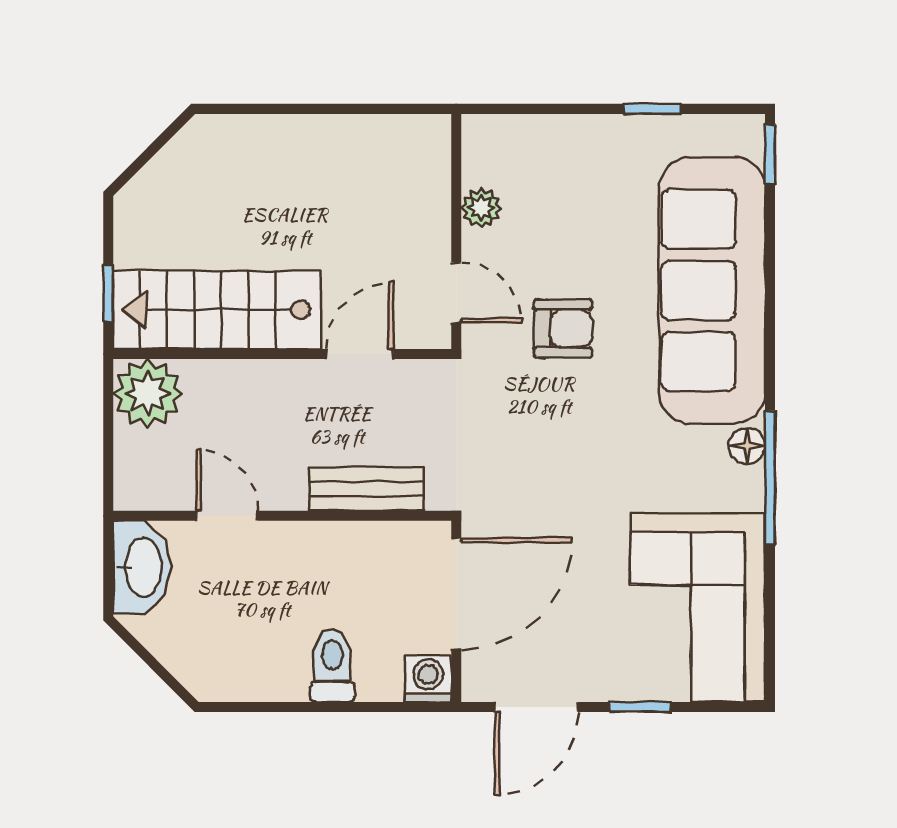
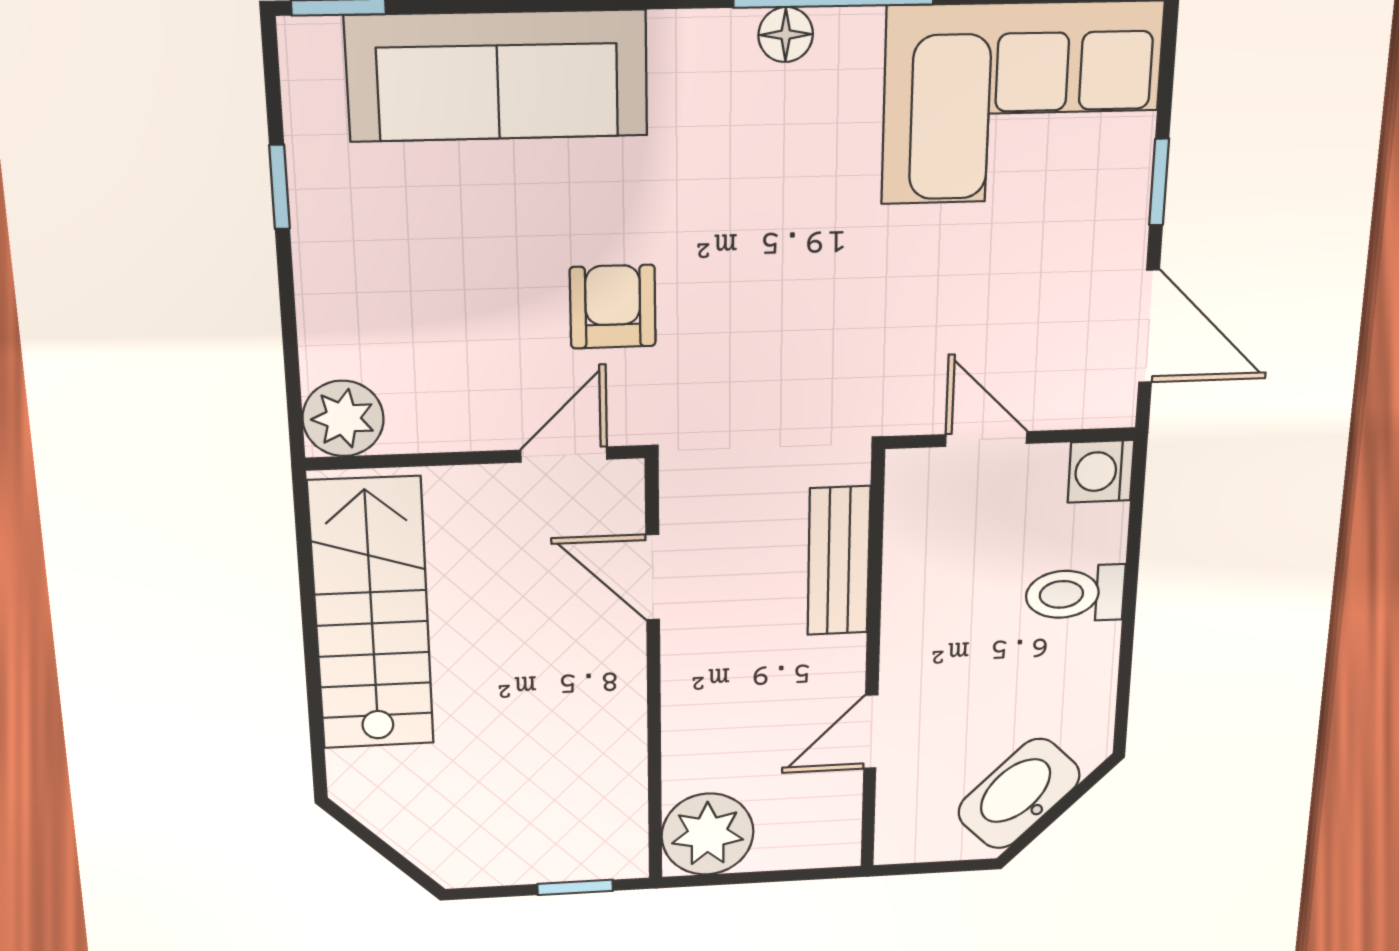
plant: (481, 208) -> (343, 418), moved, width x1.38, depth x1.38
sofa: (712, 290) -> (498, 76), width x0.74, depth x0.79
stairs: (217, 310) -> (372, 615), moved, turned 180
washbasin: (142, 567) -> (1019, 794), moved, turned -45
door: (456, 594) -> (986, 439), width x0.53

